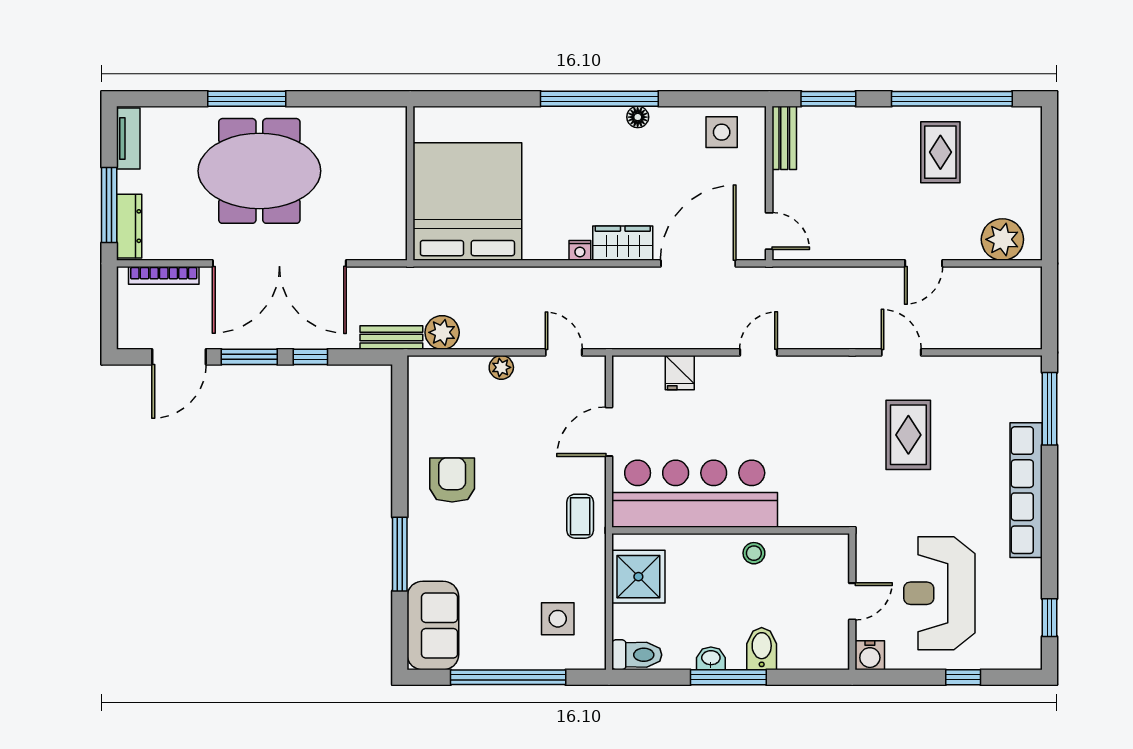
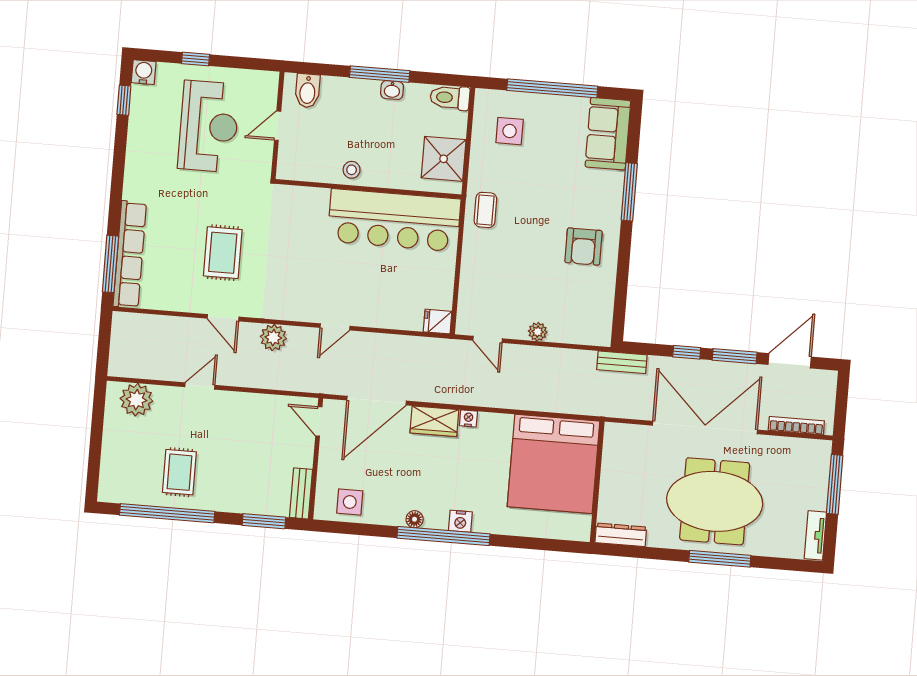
nightstand: (579, 119) -> (460, 521), added
dresser: (129, 226) -> (621, 535), moved, turned 90
plant: (442, 332) -> (273, 338), moved
fridge: (680, 373) -> (438, 322), moved, turned -90
door: (609, 432) -> (457, 274), removed
row of seats: (1026, 490) -> (130, 254), moved
bidet: (762, 649) -> (308, 91), moved
water cooler: (870, 655) -> (144, 72), moved

